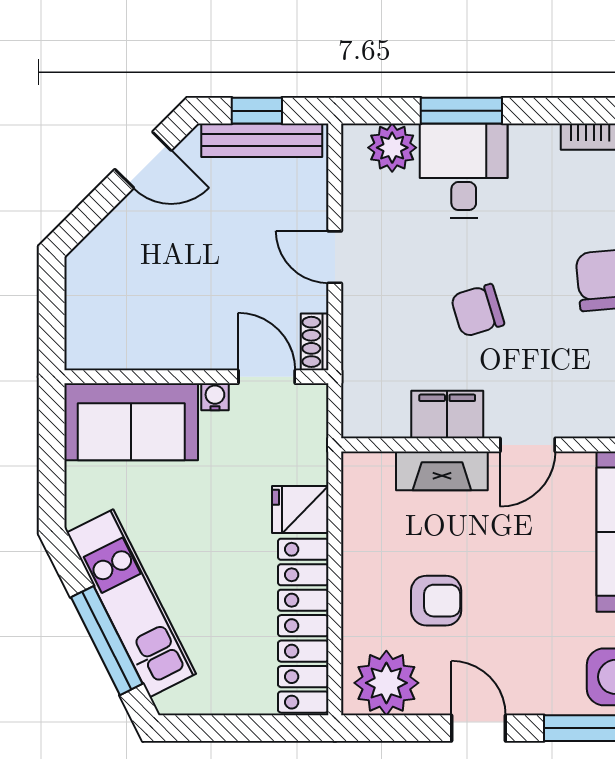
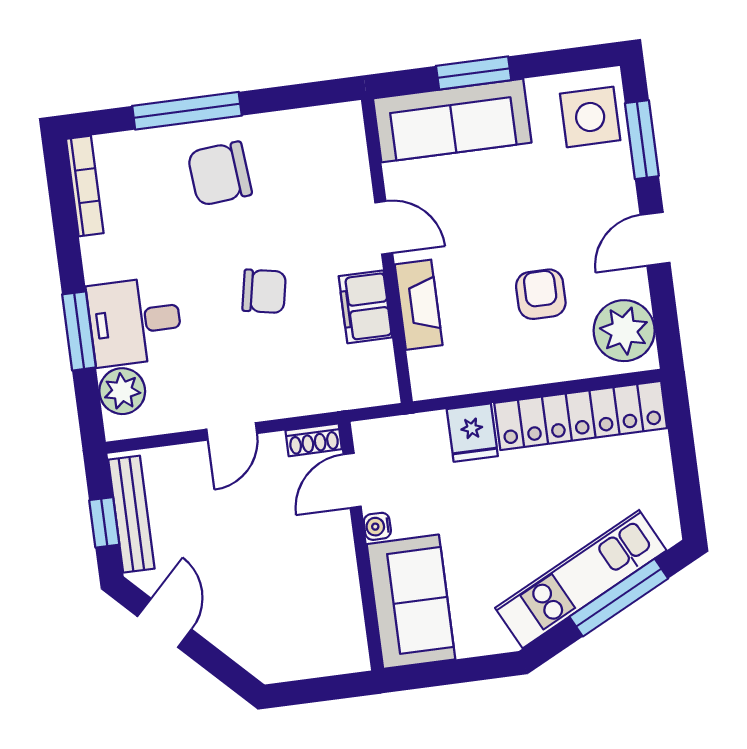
chair: (477, 310) -> (264, 291), turned -62

